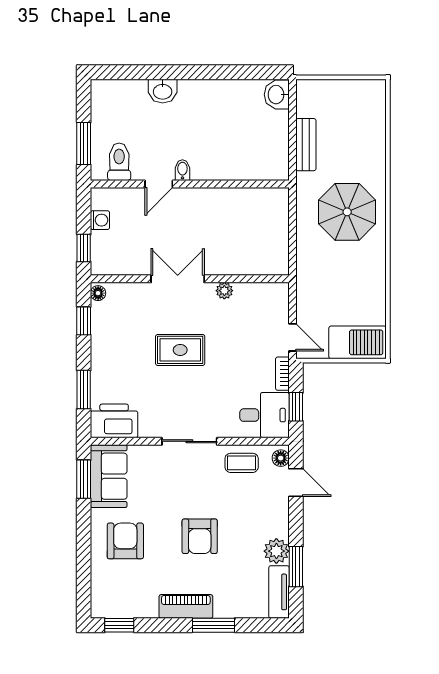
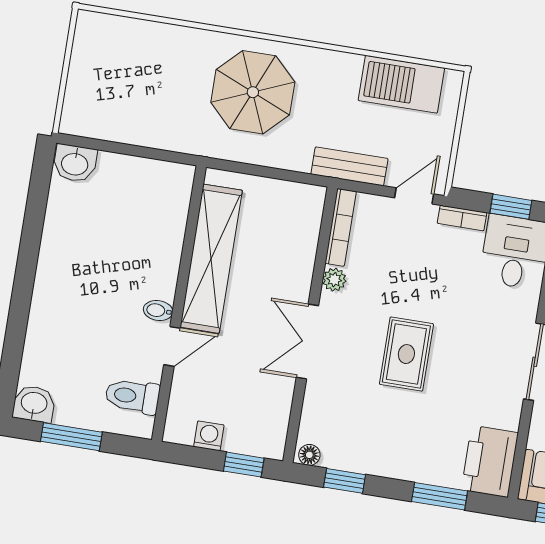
washbasin: (163, 91) -> (34, 404), moved, turned -90
window: (84, 144) -> (71, 437), moved
bench: (306, 145) -> (349, 166), moved
door: (159, 184) -> (172, 346), hinge flipped
shelving: (225, 201) -> (211, 259), added
bookcase: (262, 289) -> (341, 227), added
barbecue: (358, 342) -> (401, 84), moved, turned -90

